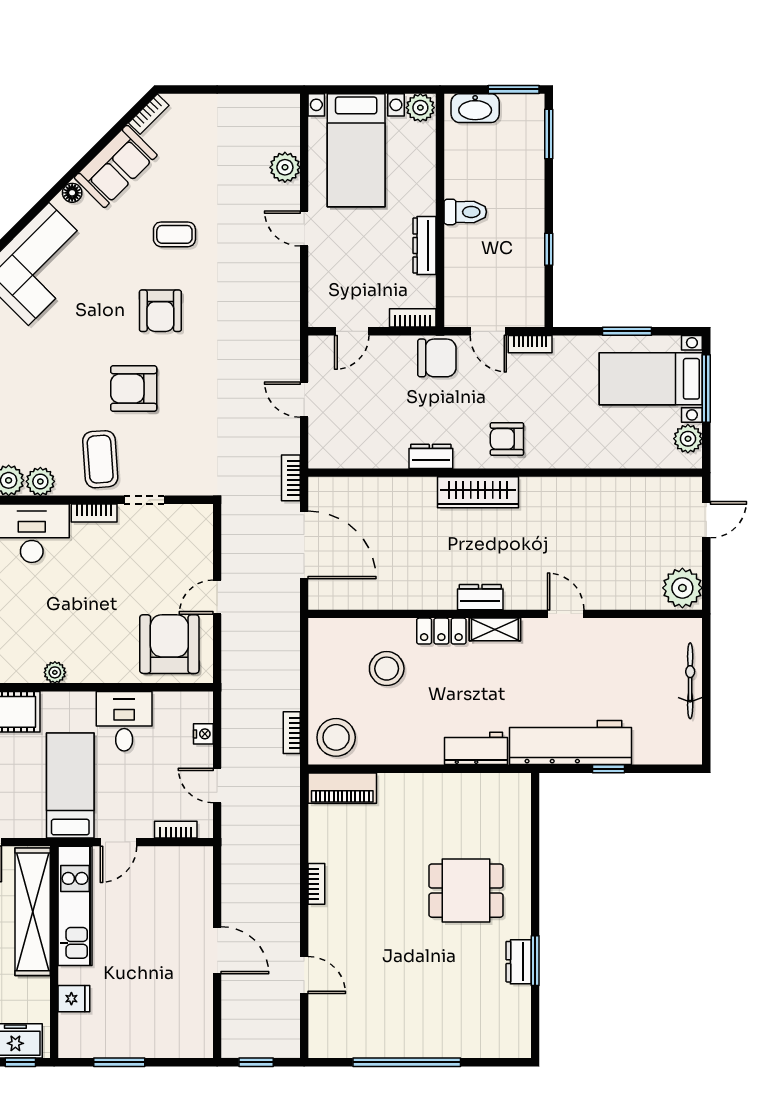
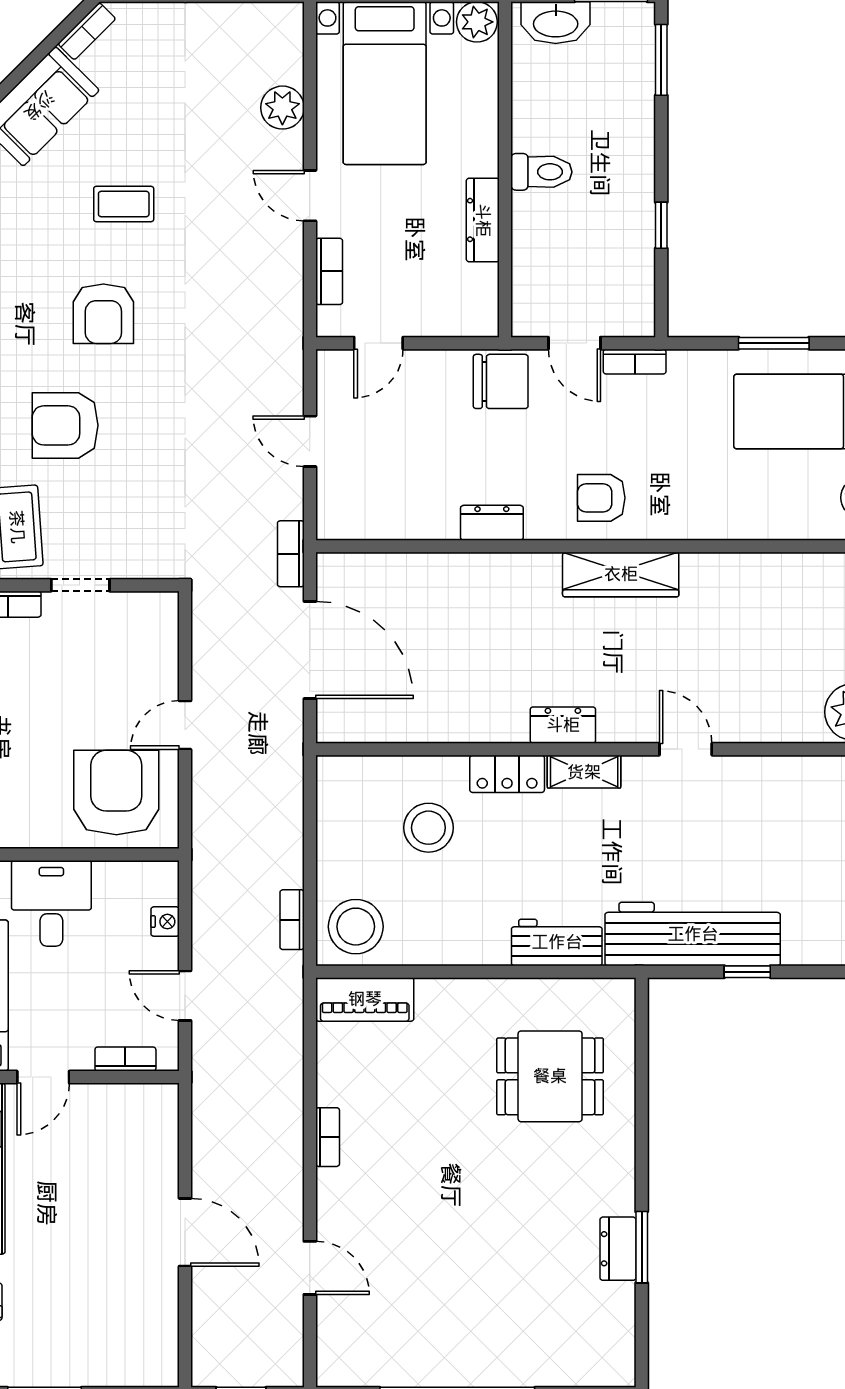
bookcase: (413, 318) -> (329, 271), moved, turned 90
wardrobe: (478, 492) -> (621, 574), moved
dining table: (466, 891) -> (550, 1076), moved

